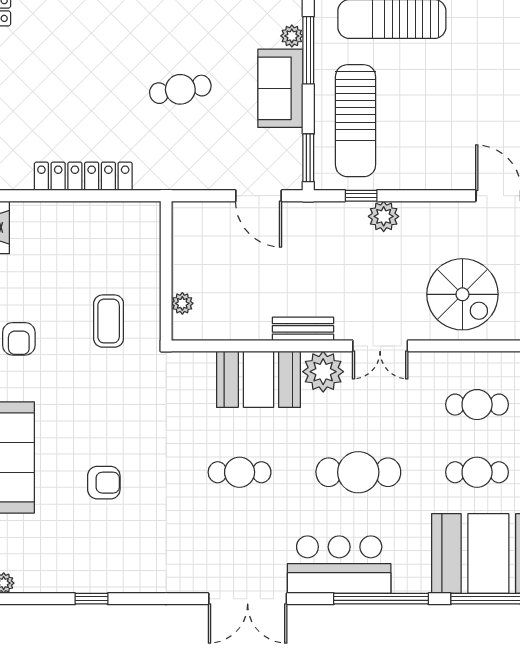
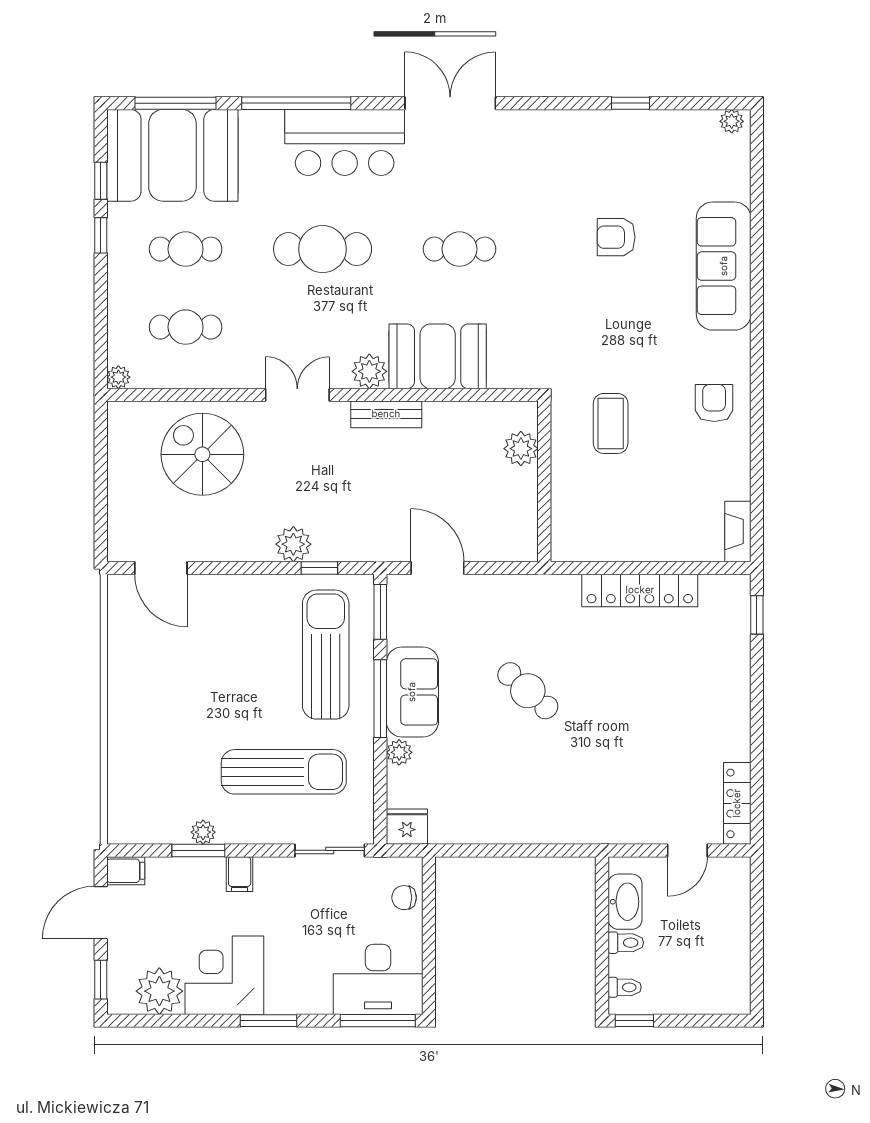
window: (308, 50) -> (380, 699), moved
cafe table: (180, 89) -> (528, 691), turned 52
plant: (182, 303) -> (521, 449), width x1.38, depth x1.38
plant: (323, 372) -> (369, 371), width x0.73, depth x0.73

